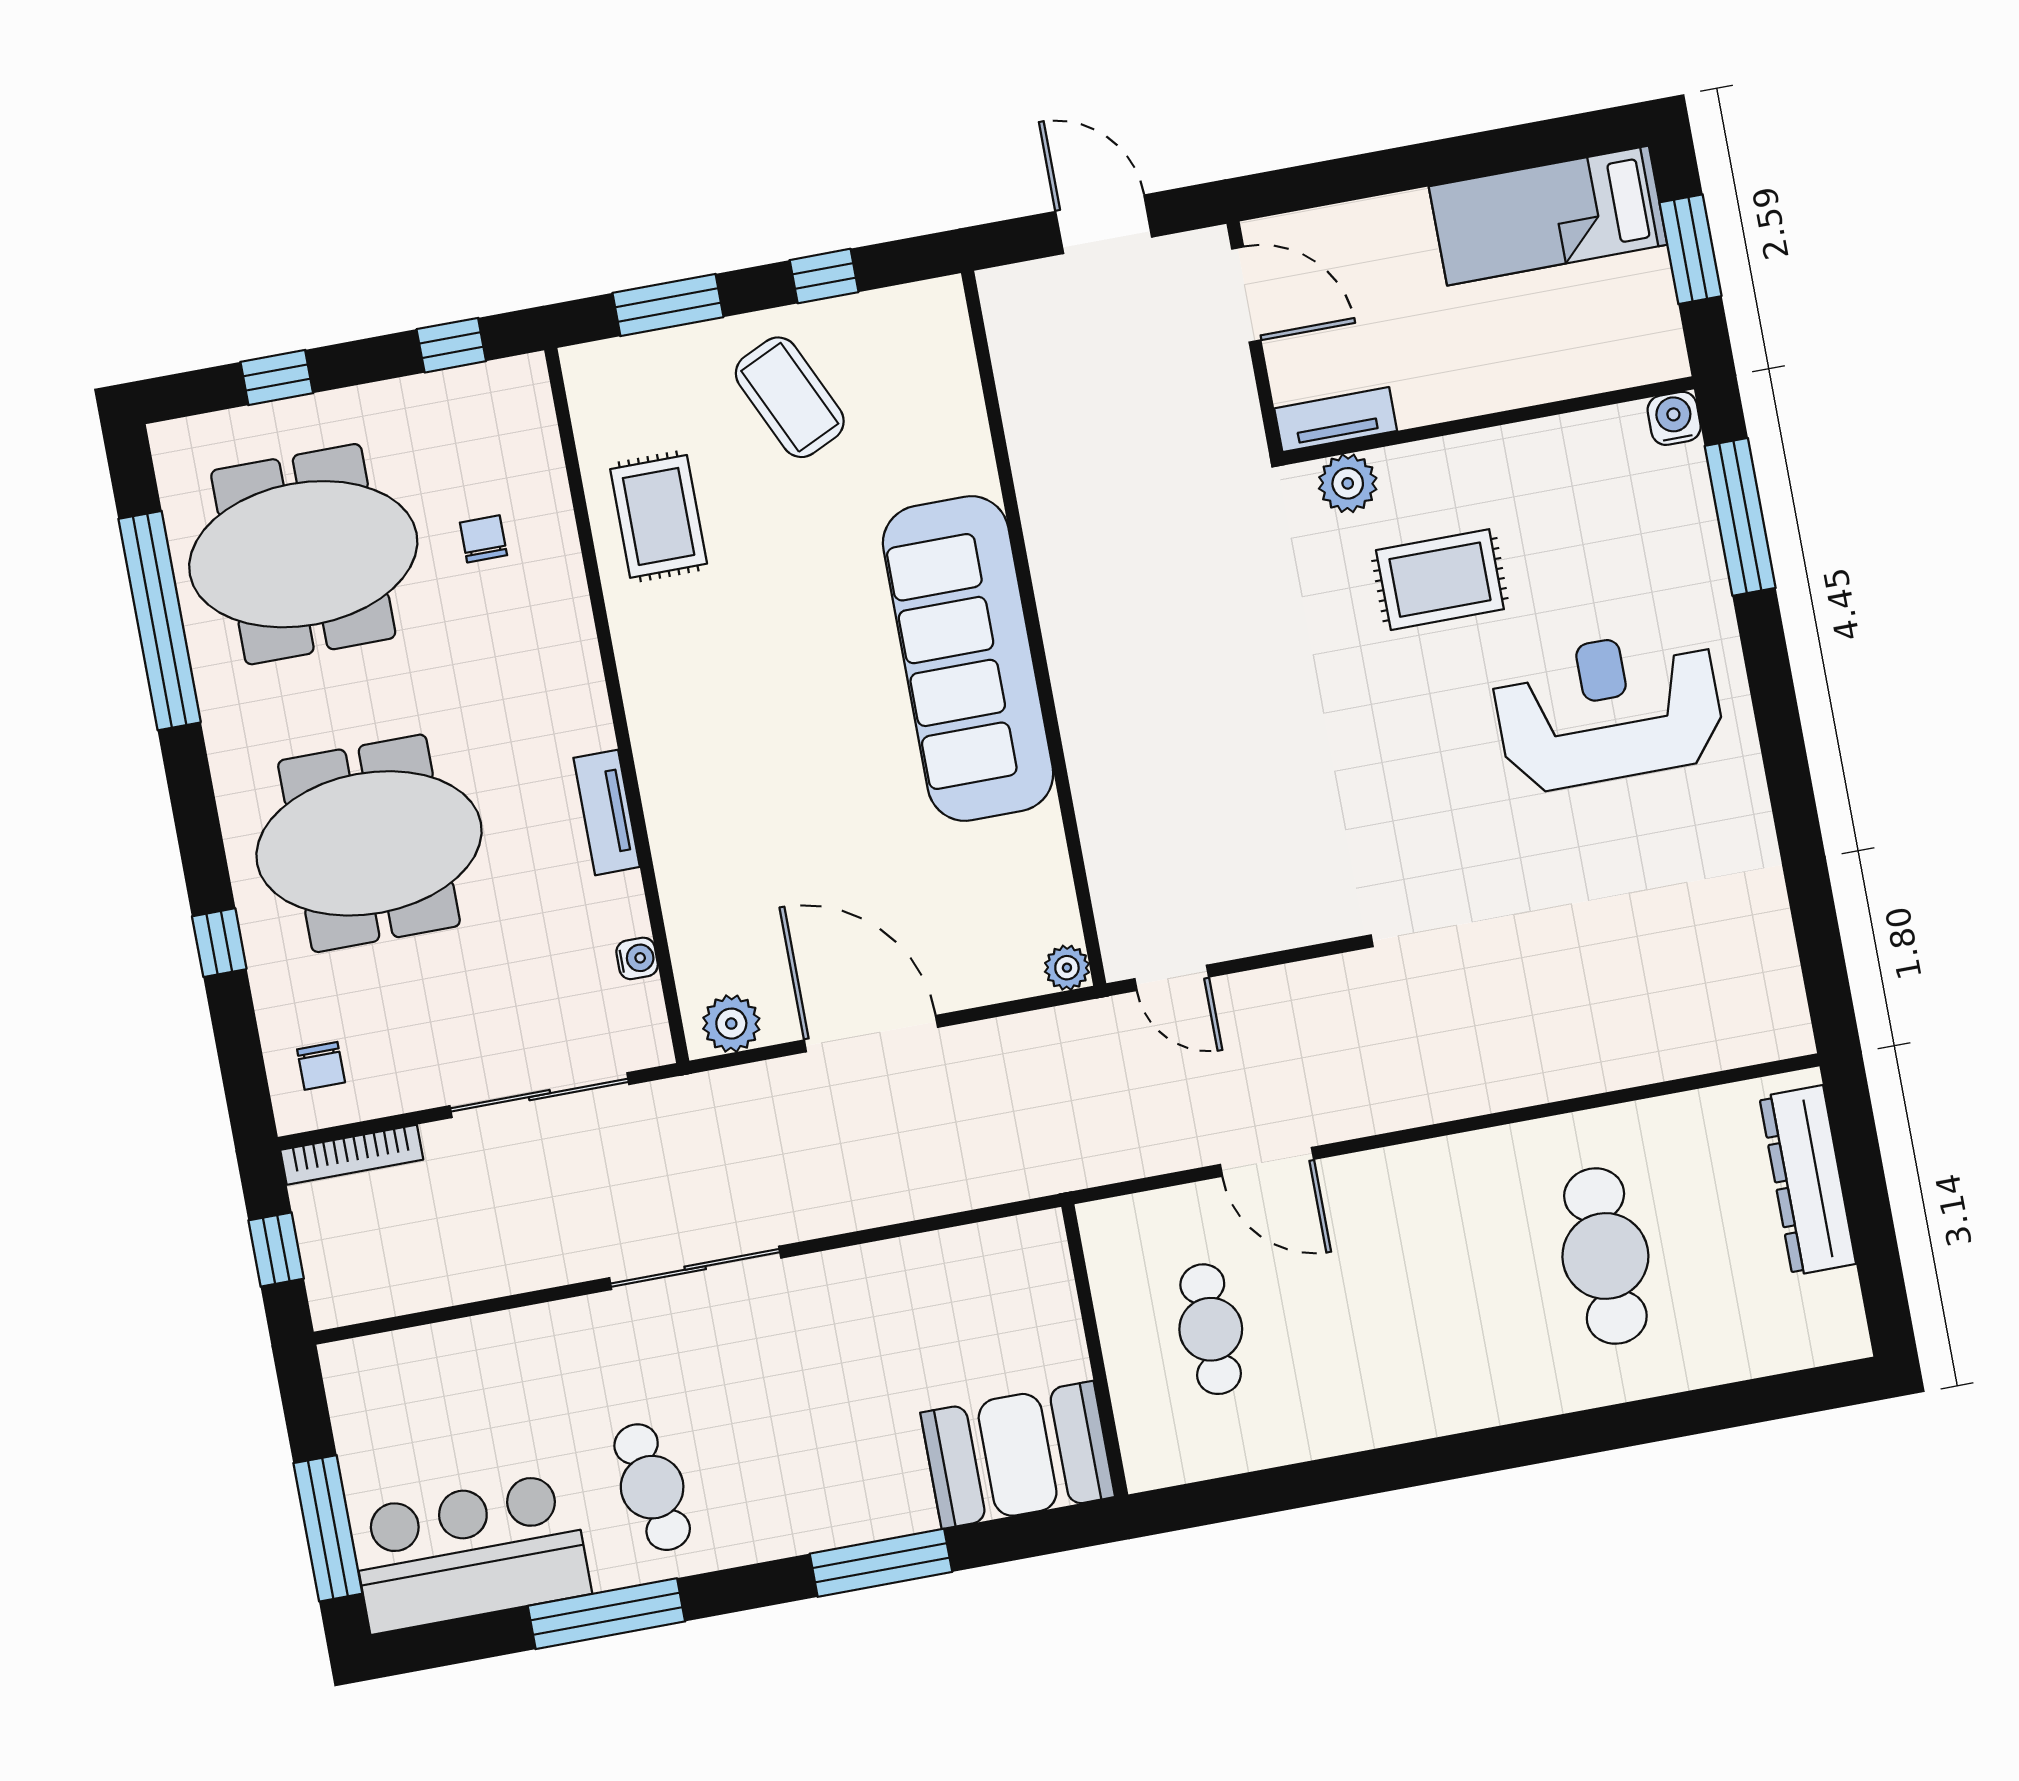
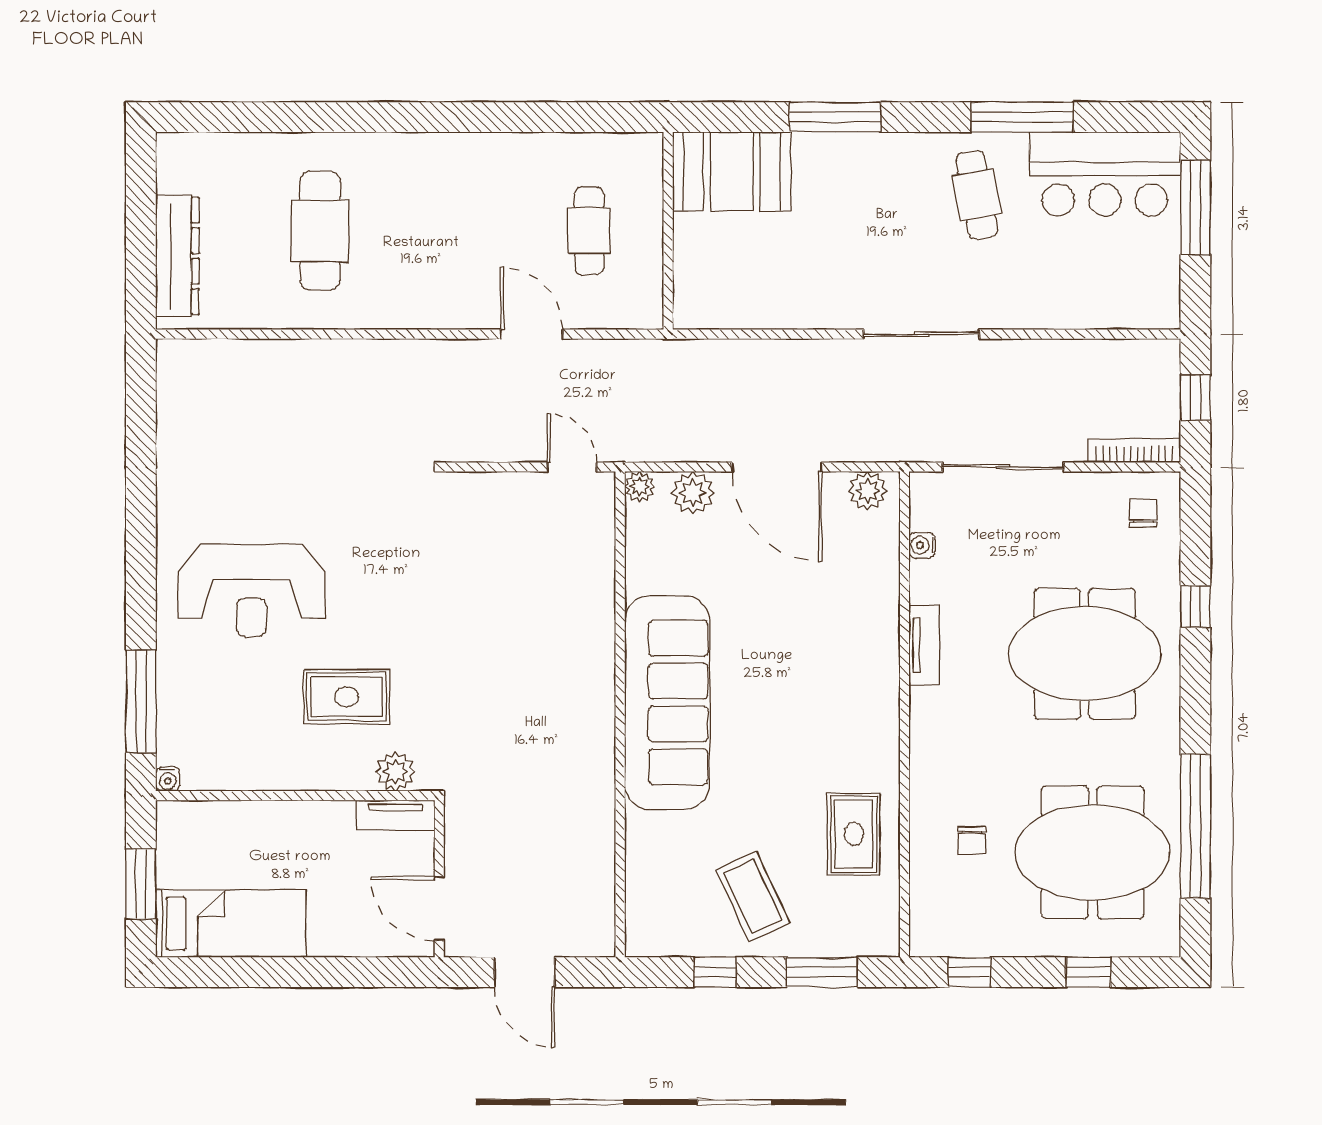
water cooler: (1674, 418) -> (168, 779), width x0.72, depth x0.72
plant: (987, 973) -> (693, 493), added

